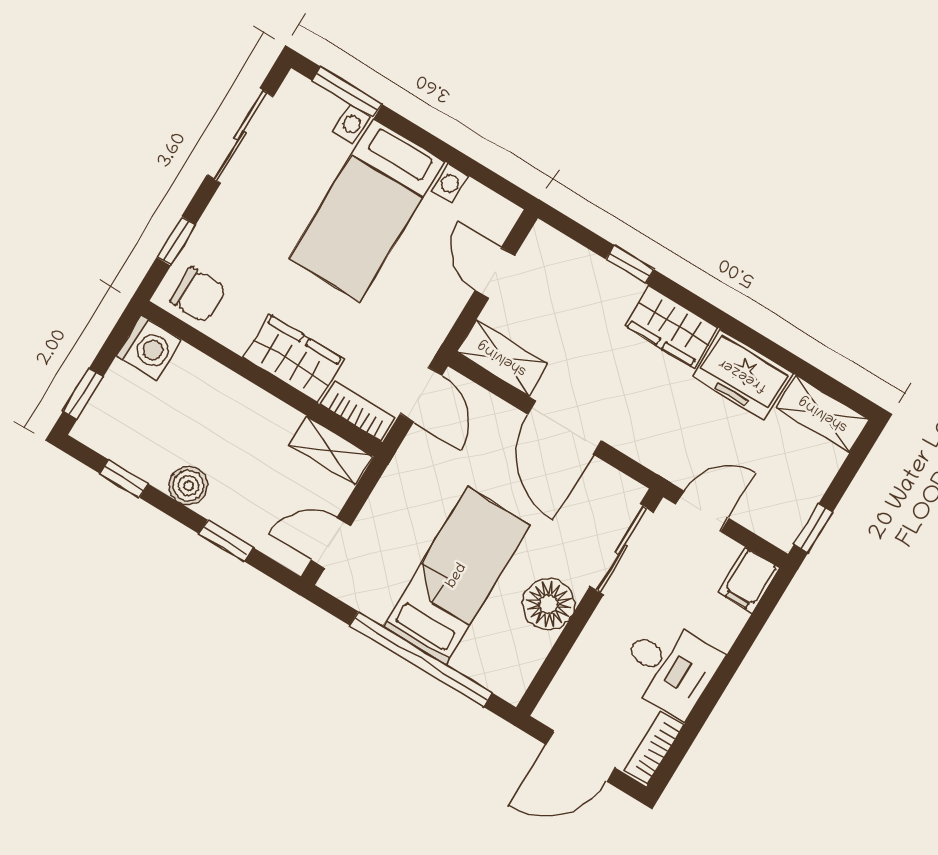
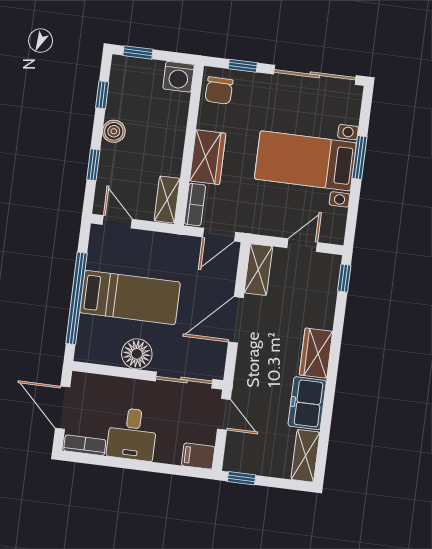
window: (347, 92) -> (360, 157), moved
sliding door: (240, 136) -> (315, 75), width x1.37
window: (630, 264) -> (344, 278), moved

